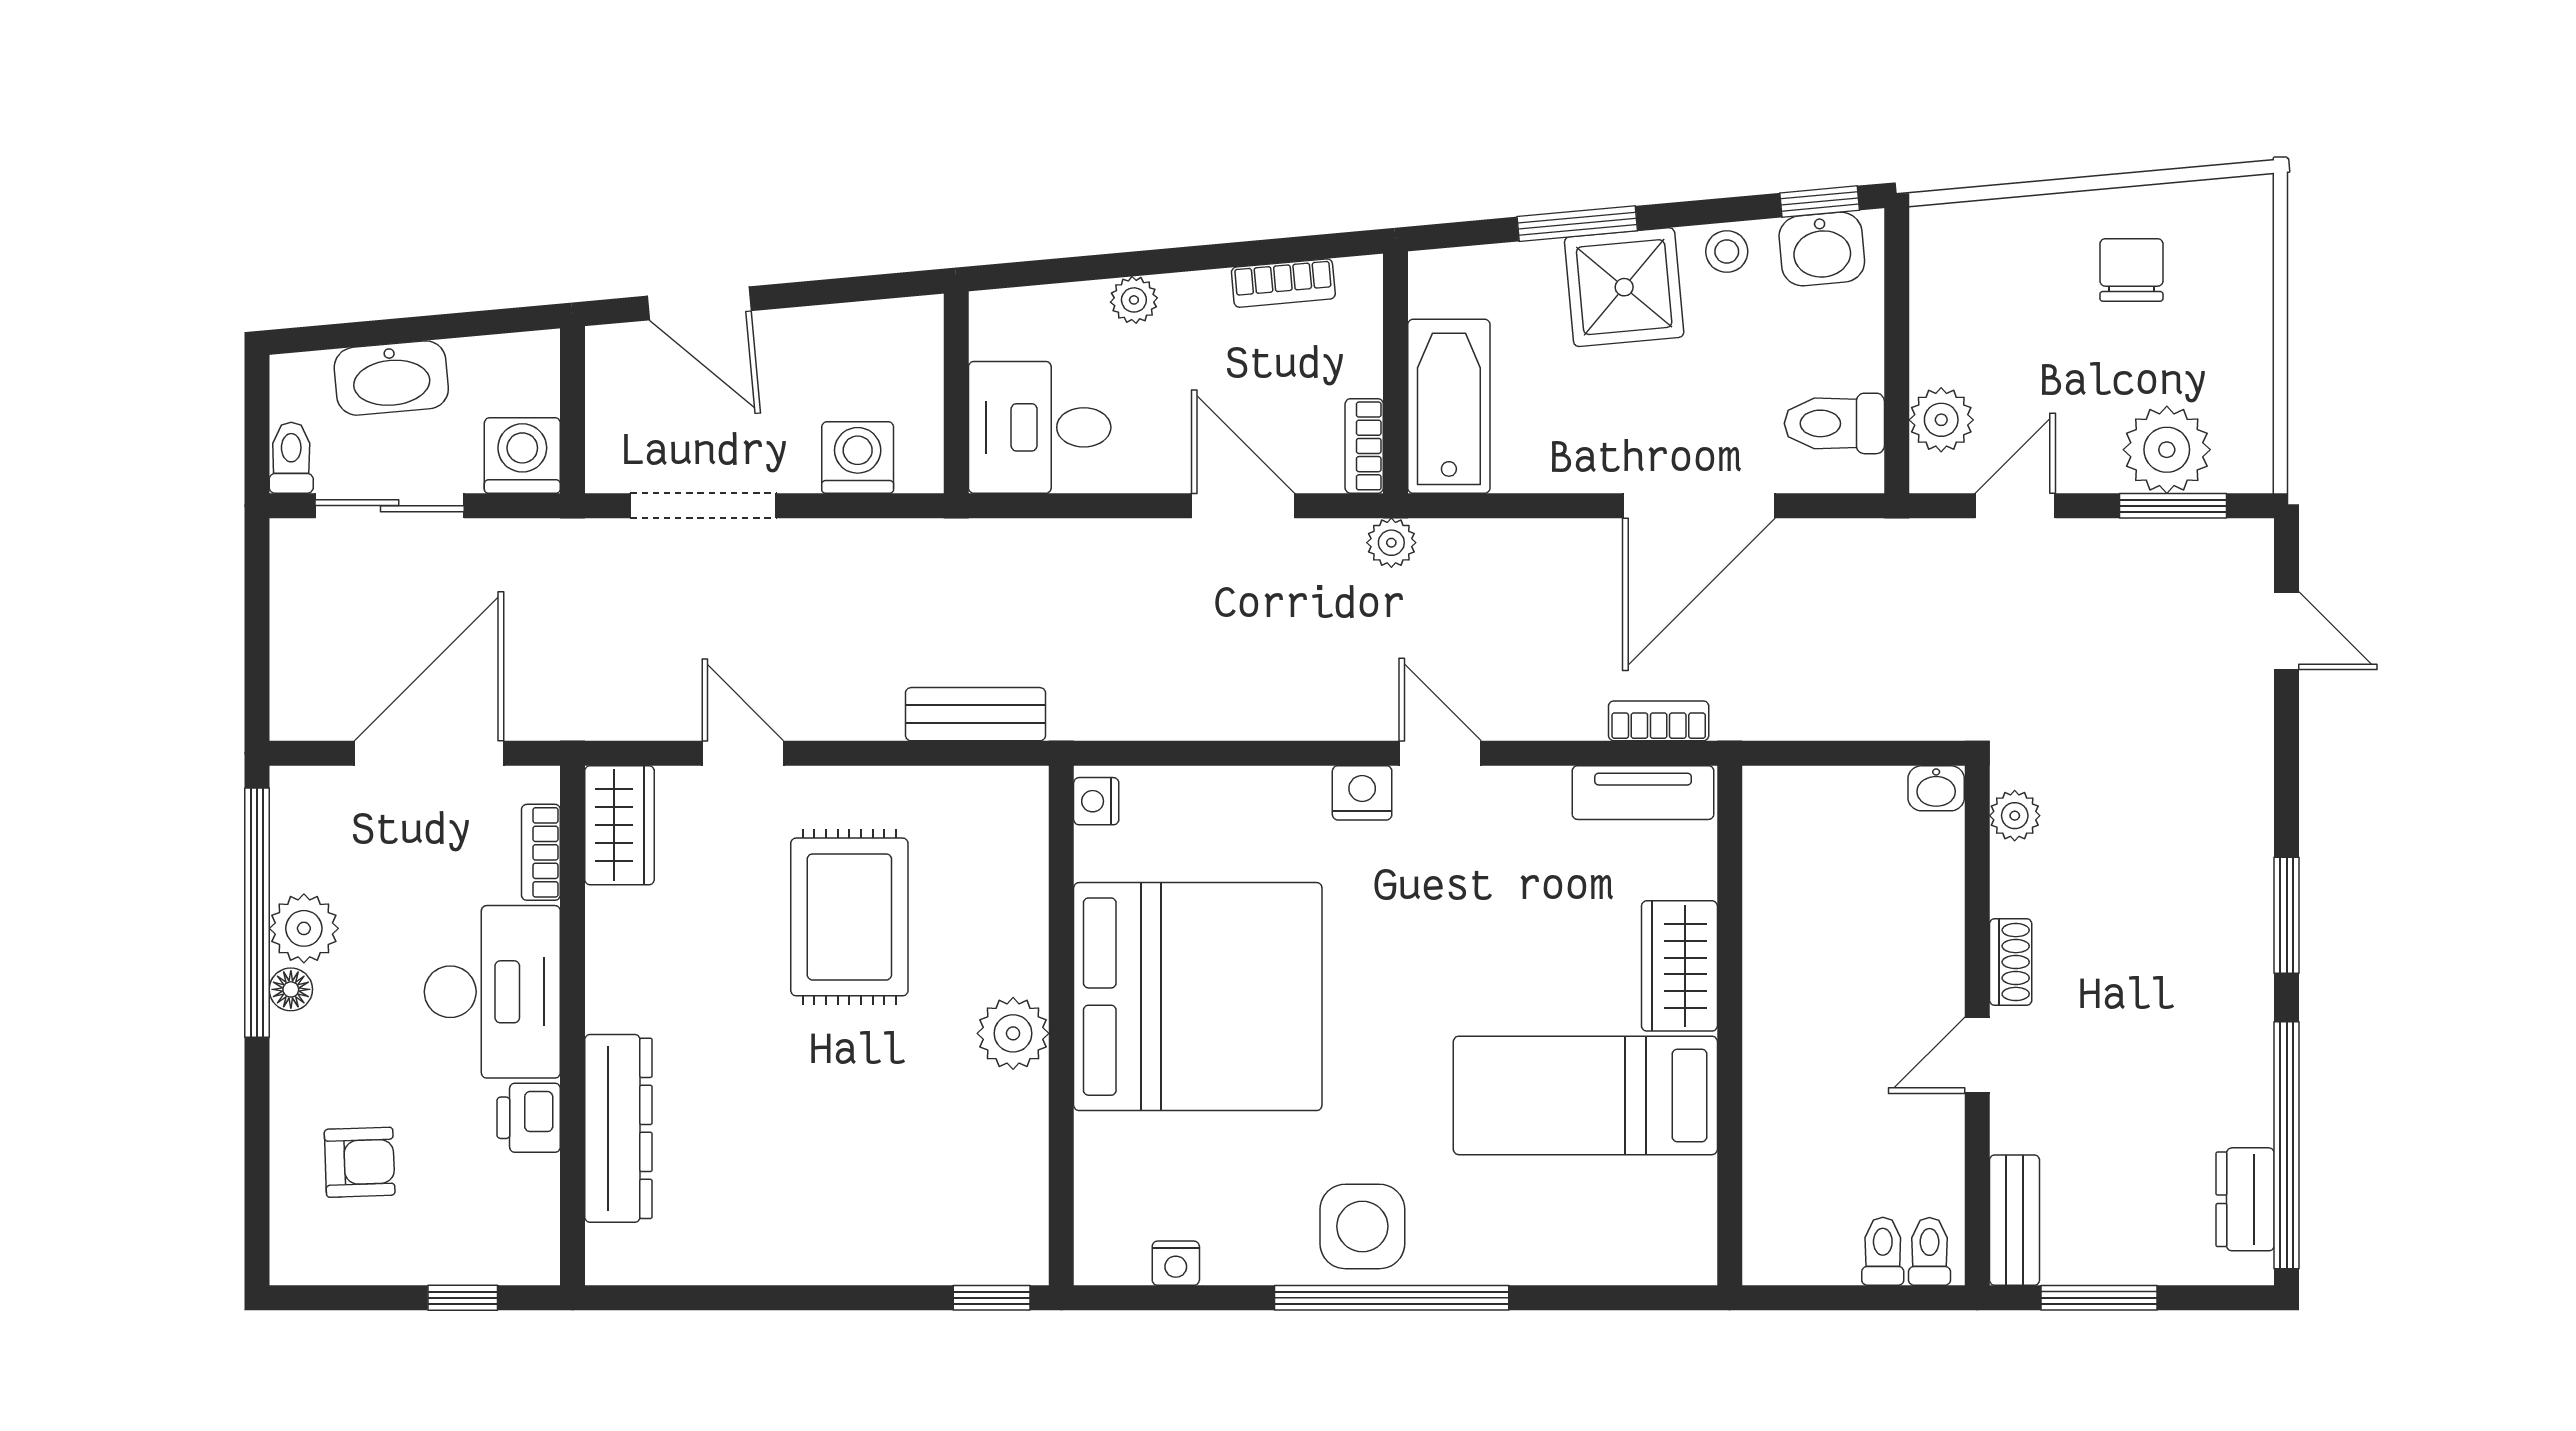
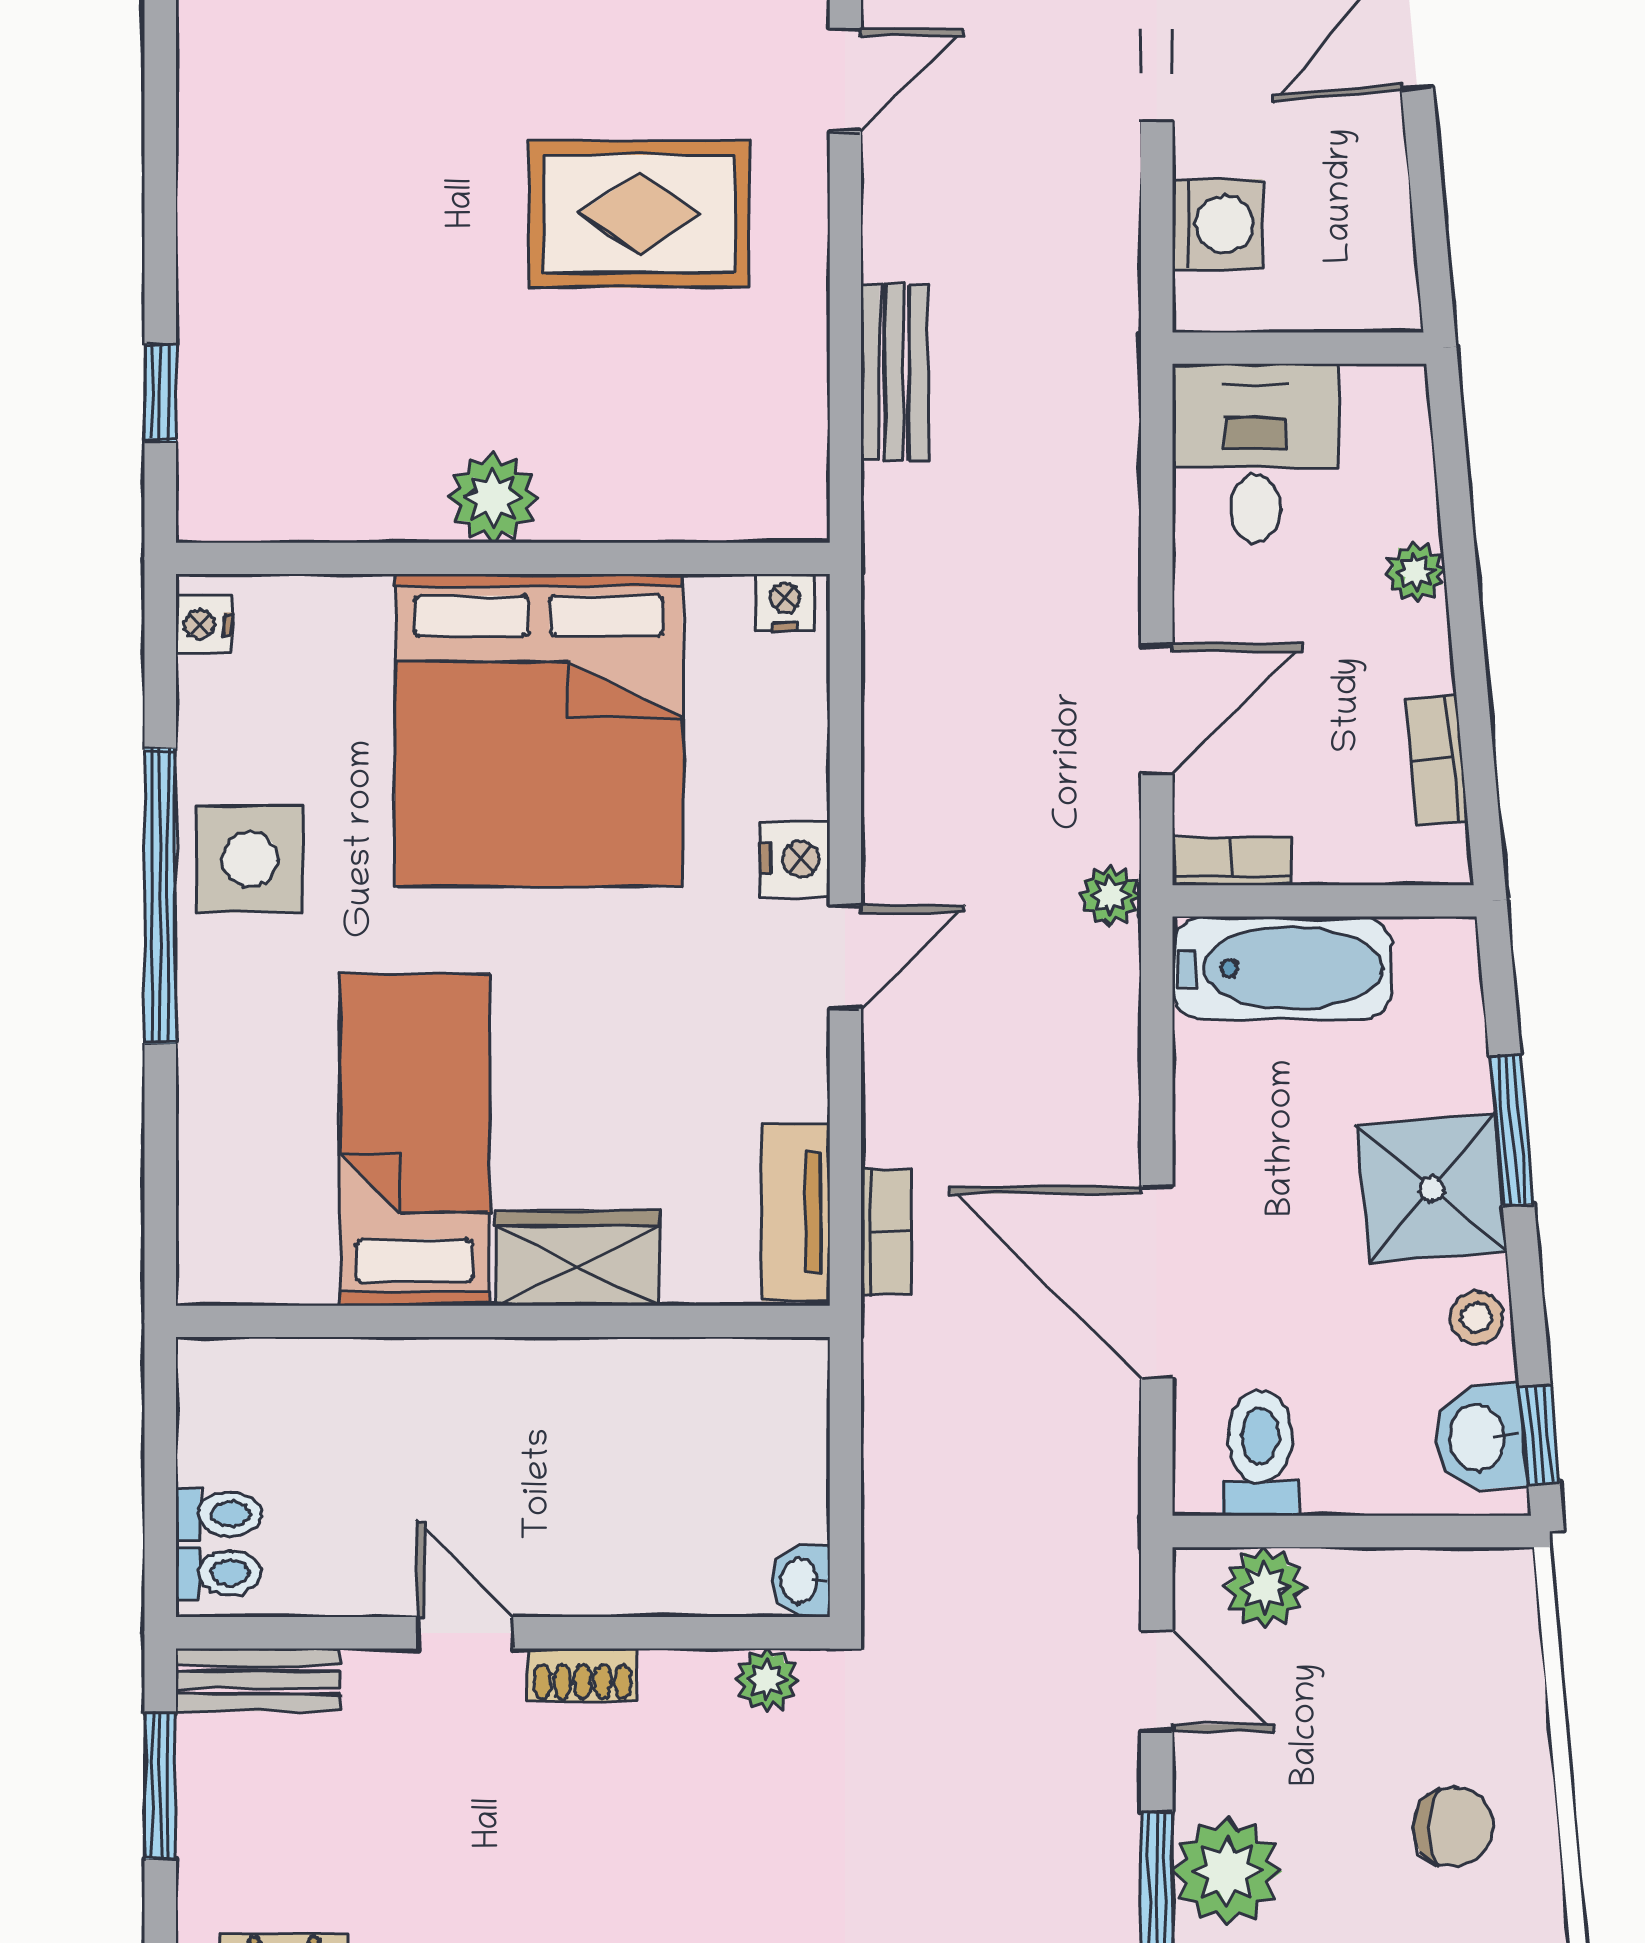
nightstand: (1096, 801) -> (785, 602), moved
bed: (1198, 997) -> (539, 730), moved
wall: (1061, 1025) -> (503, 558), moved
plant: (1013, 1033) -> (493, 498), moved

